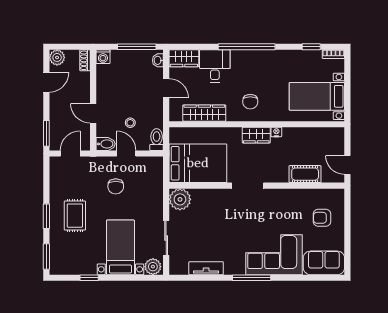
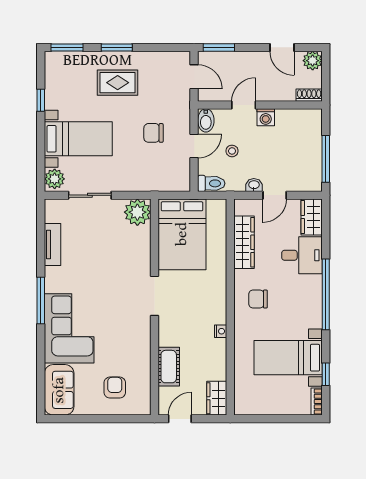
washing machine: (103, 57) -> (266, 117), moved, turned -90
washbasin: (158, 60) -> (254, 185), moved
bed with nightstands: (317, 96) -> (288, 358), moved, turned -90
wardrobe: (256, 135) -> (217, 398), moved

